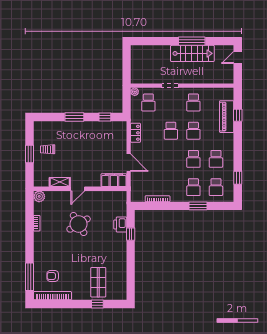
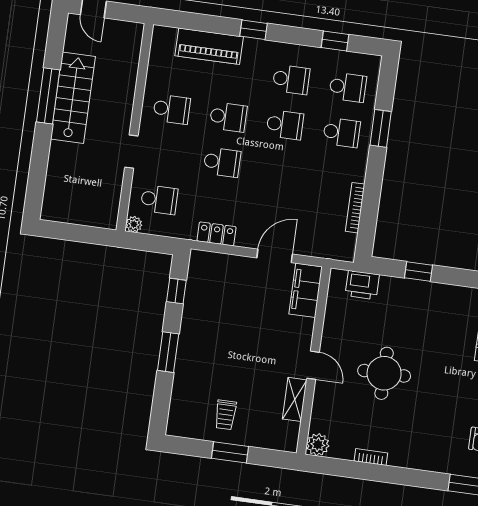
window: (238, 115) -> (254, 30), moved
round table: (79, 224) -> (384, 373), turned 31
printer: (120, 224) -> (362, 285), moved

